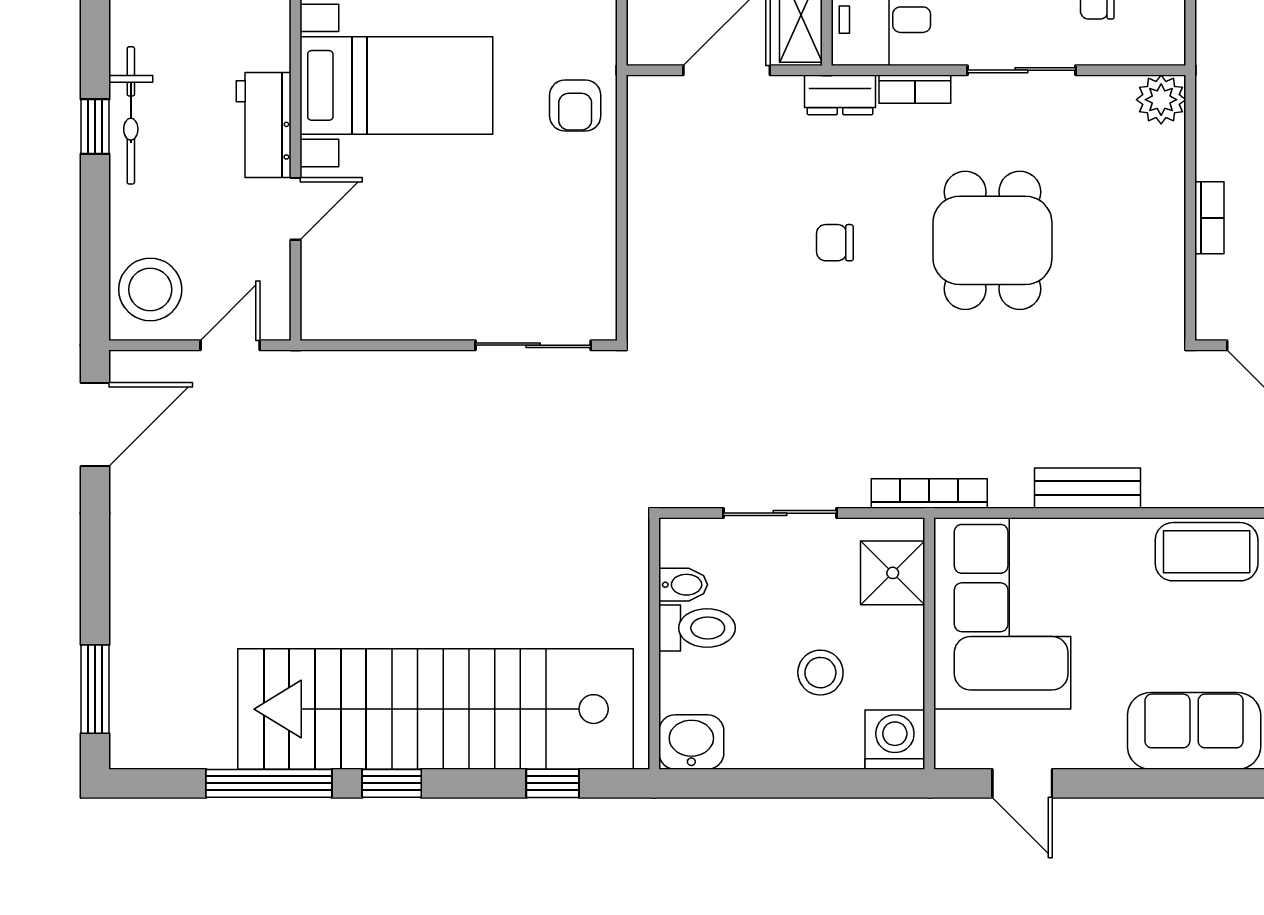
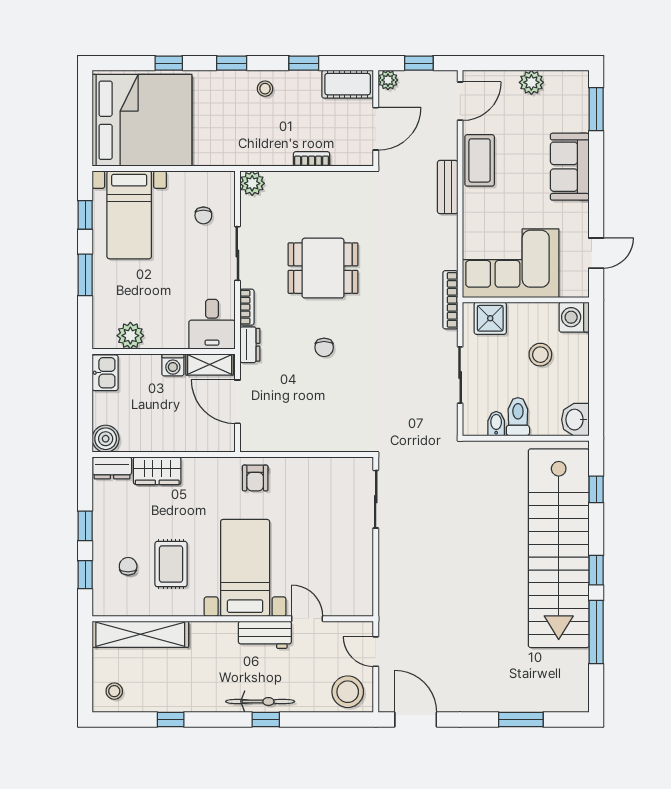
armchair: (575, 105) -> (255, 478), turned 90
bench: (1087, 488) -> (448, 187), moved
window: (95, 689) -> (521, 719), moved

